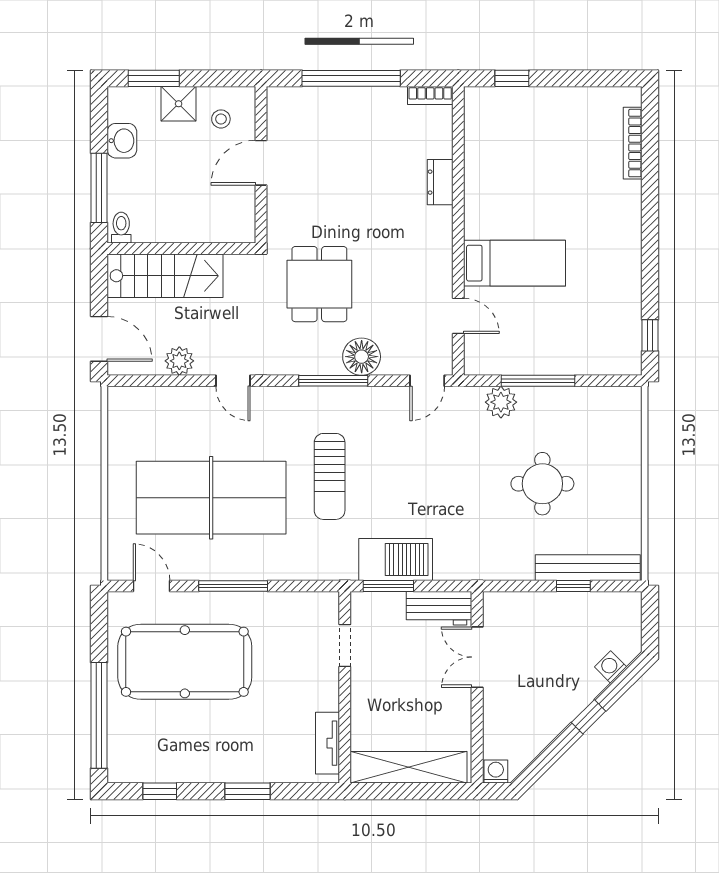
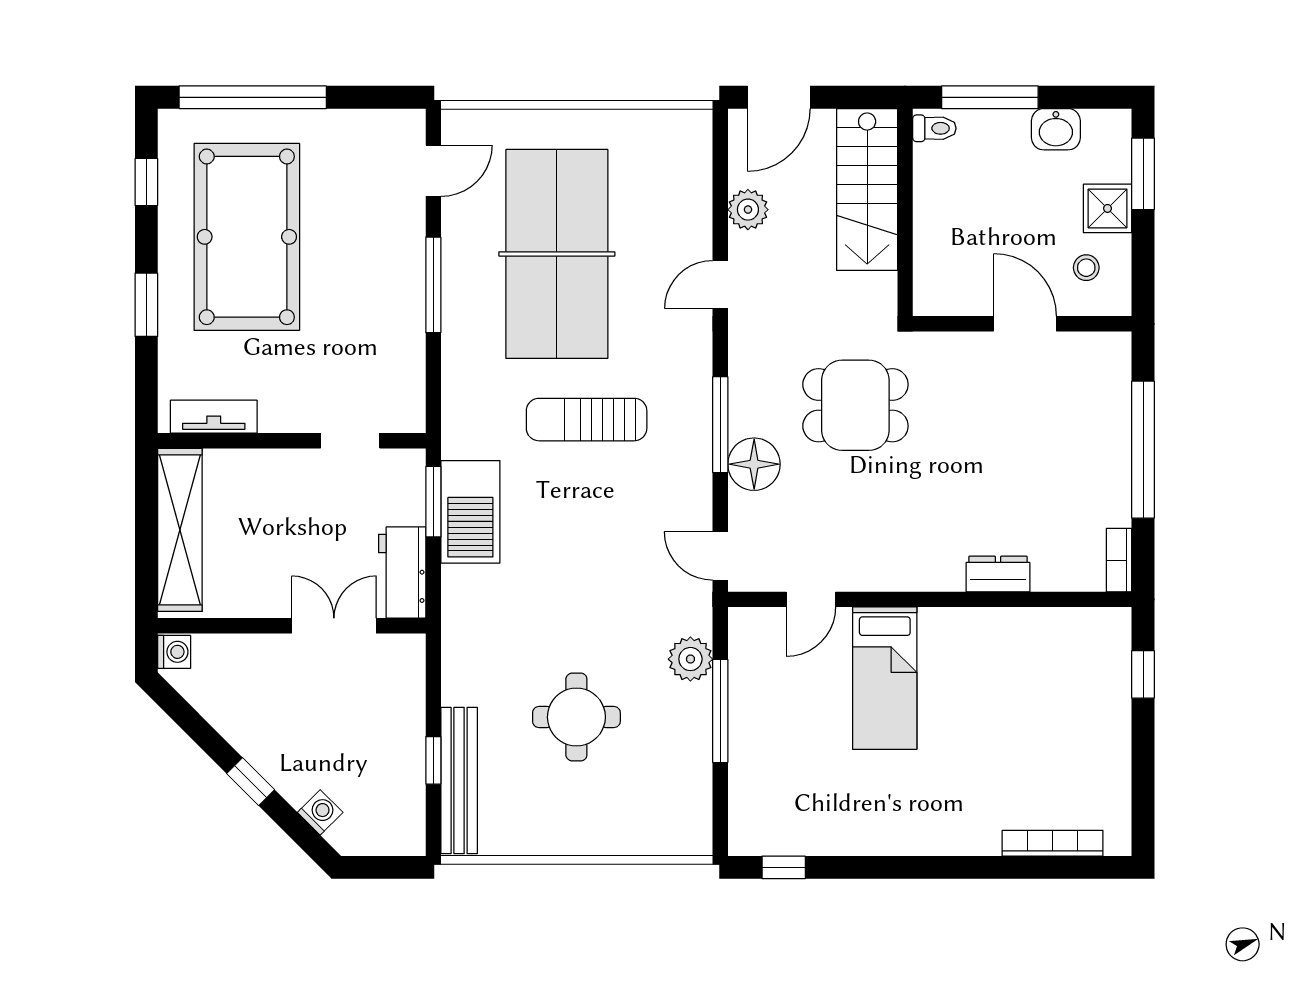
pool table: (185, 662) -> (247, 237), moved

